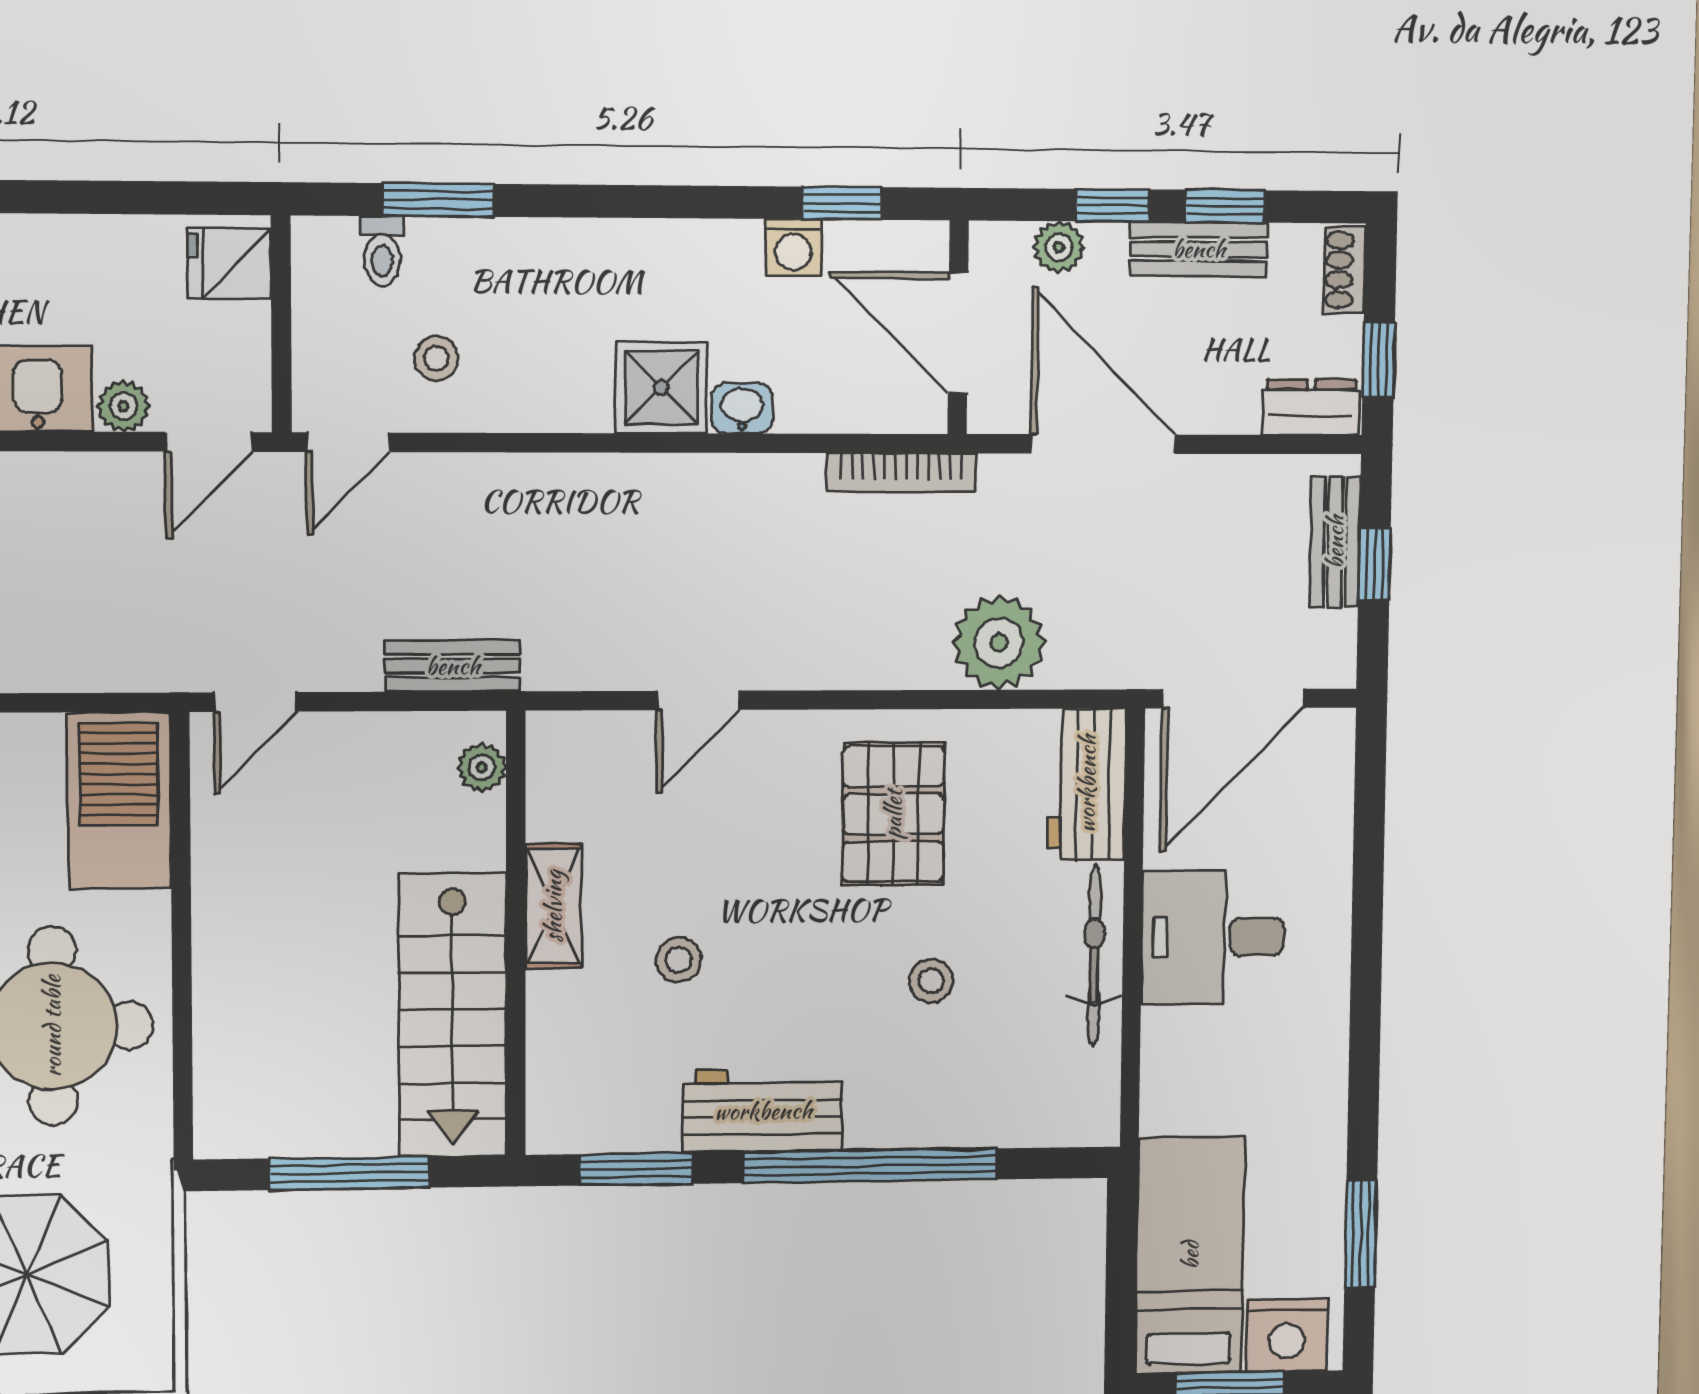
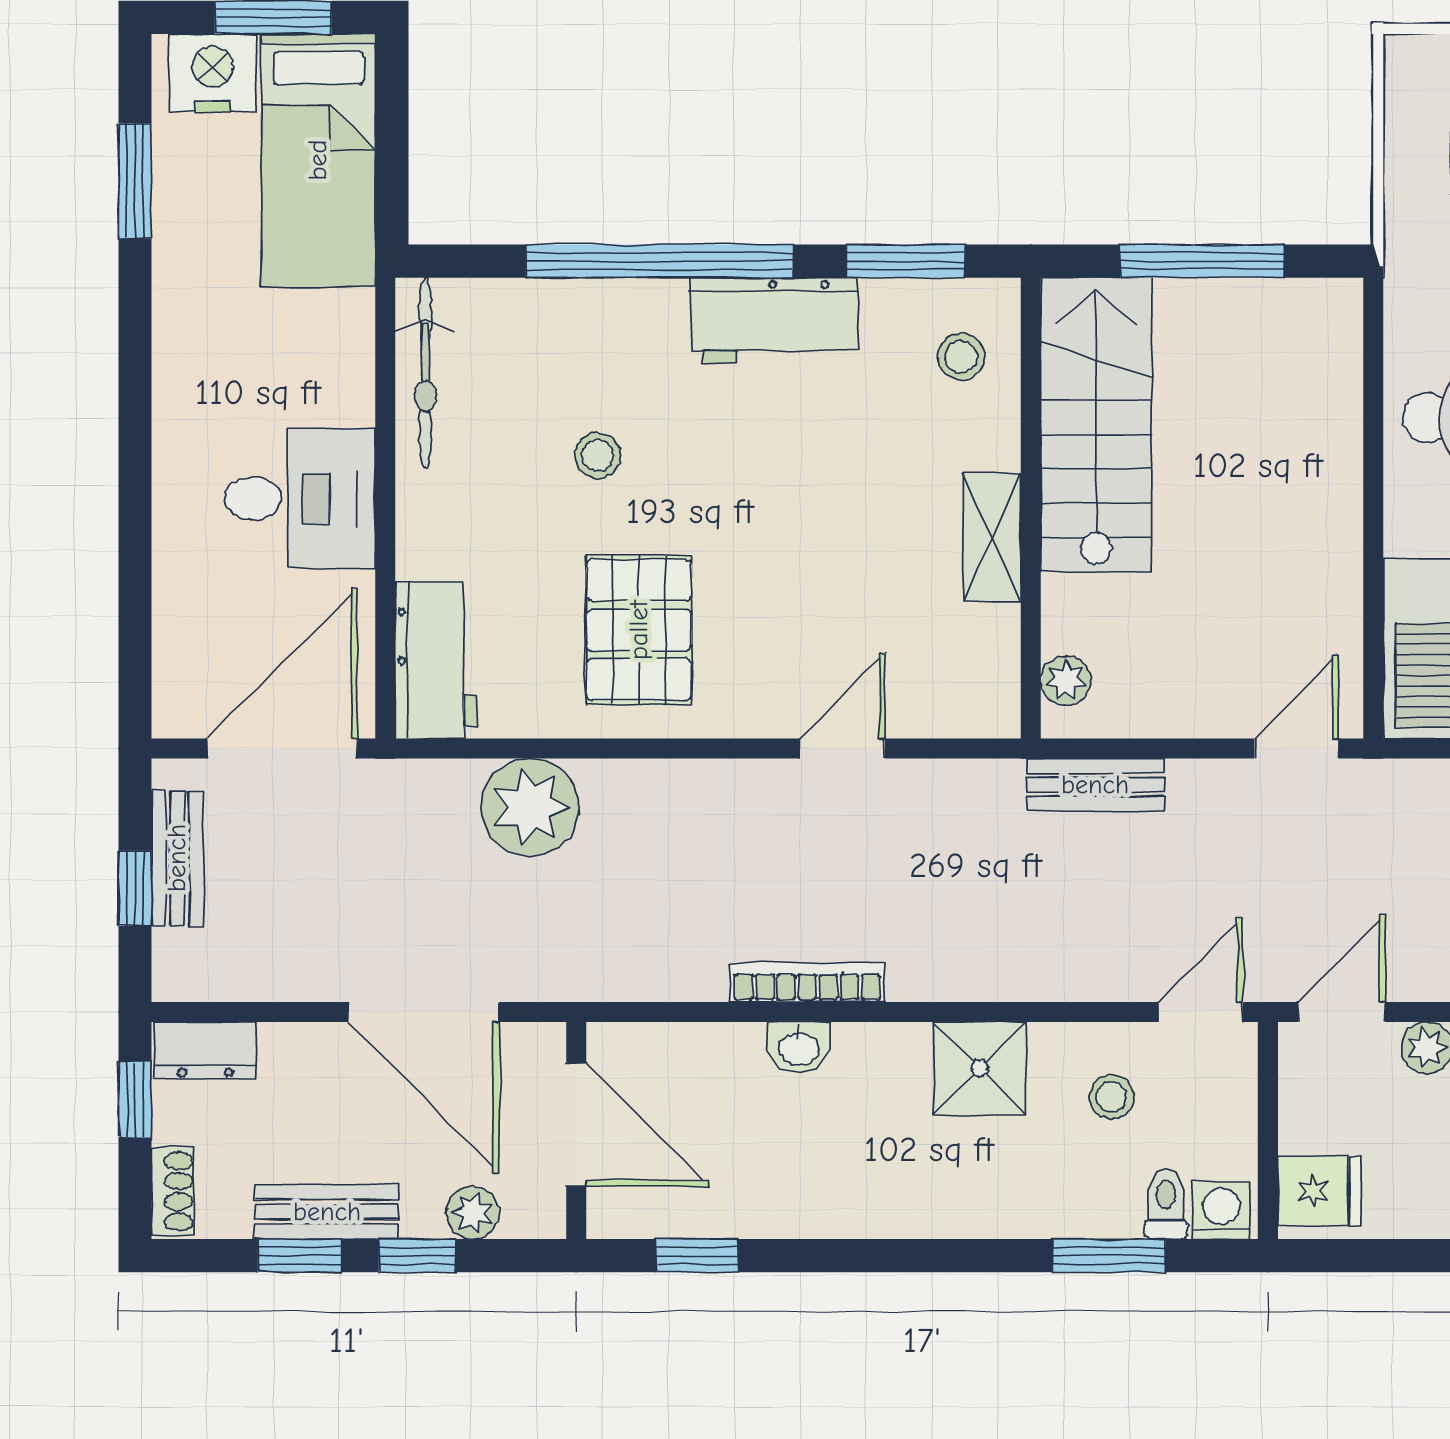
washing machine: (793, 247) -> (1221, 1211), moved
shower: (661, 388) -> (980, 1068), moved
bookcase: (901, 473) -> (807, 982), moved
bench: (1335, 542) -> (177, 858), moved
bicycle: (1094, 955) -> (425, 373), moved
stool: (679, 960) -> (961, 357), moved

